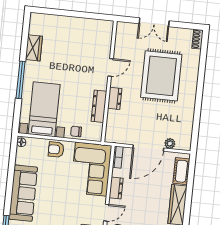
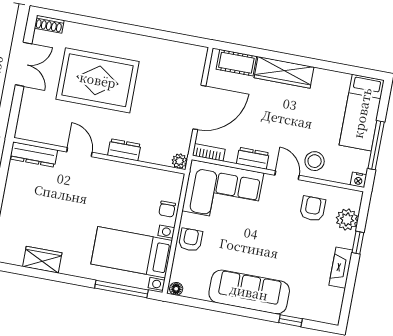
double door: (154, 22) -> (24, 64), moved
window: (21, 80) -> (121, 289), moved
dresser: (99, 106) -> (34, 154), moved
plant: (170, 144) -> (180, 161), moved
door: (148, 148) -> (199, 107), hinge flipped
armchair: (56, 150) -> (191, 240), turned 180

